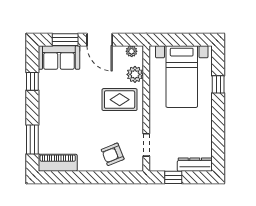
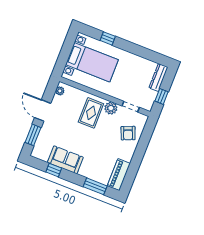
door: (100, 40) -> (43, 110), swing flipped
sofa: (59, 57) -> (65, 160), moved, turned -90
plant: (135, 74) -> (111, 108), moved

